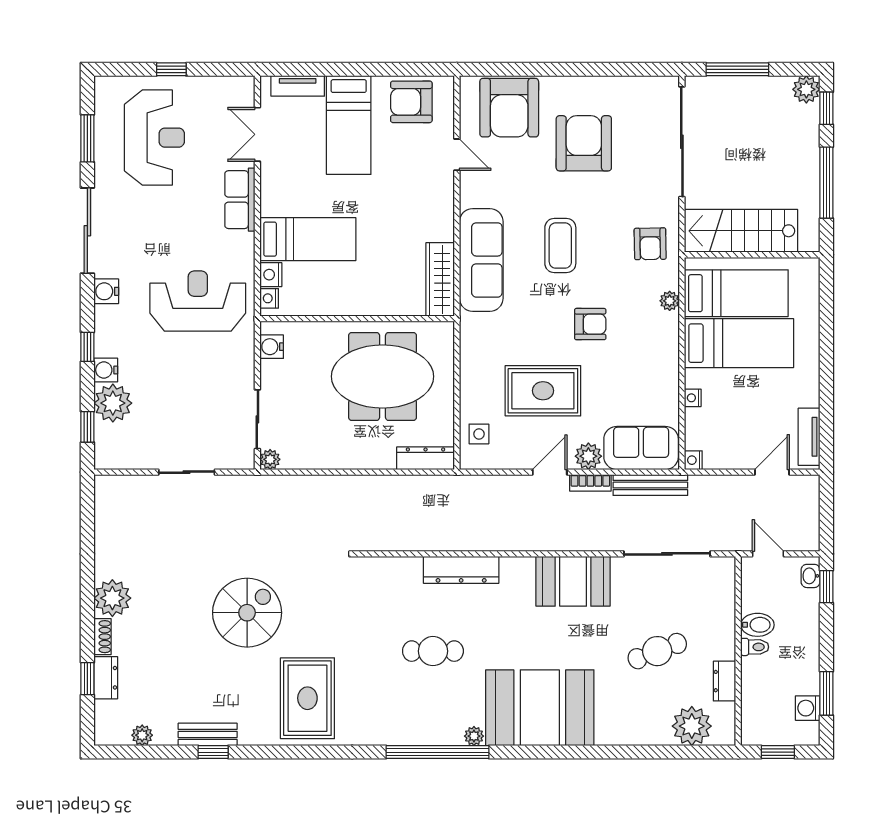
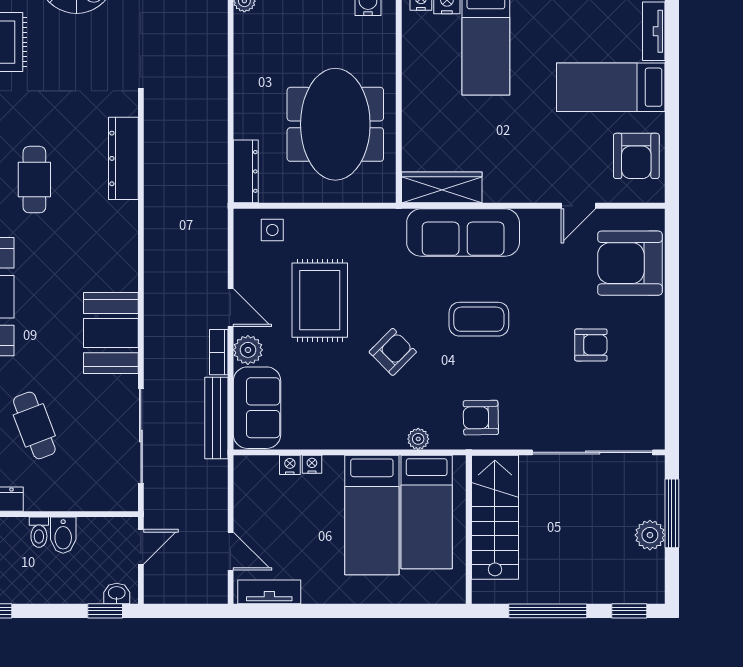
plant: (806, 89) -> (650, 535), moved
armchair: (411, 102) -> (636, 156), turned 180
armchair: (584, 143) -> (591, 345), width x0.53, depth x0.53
armchair: (590, 324) -> (393, 352), turned -135
nightstand: (693, 460) -> (290, 465), moved
dresser: (461, 570) -> (123, 158), moved

